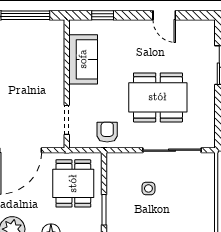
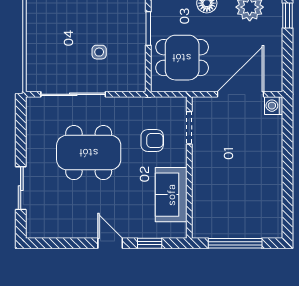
door: (164, 15) -> (110, 243), moved
armchair: (107, 132) -> (152, 141), moved, turned -90
dining table: (73, 183) -> (182, 58), turned 90

